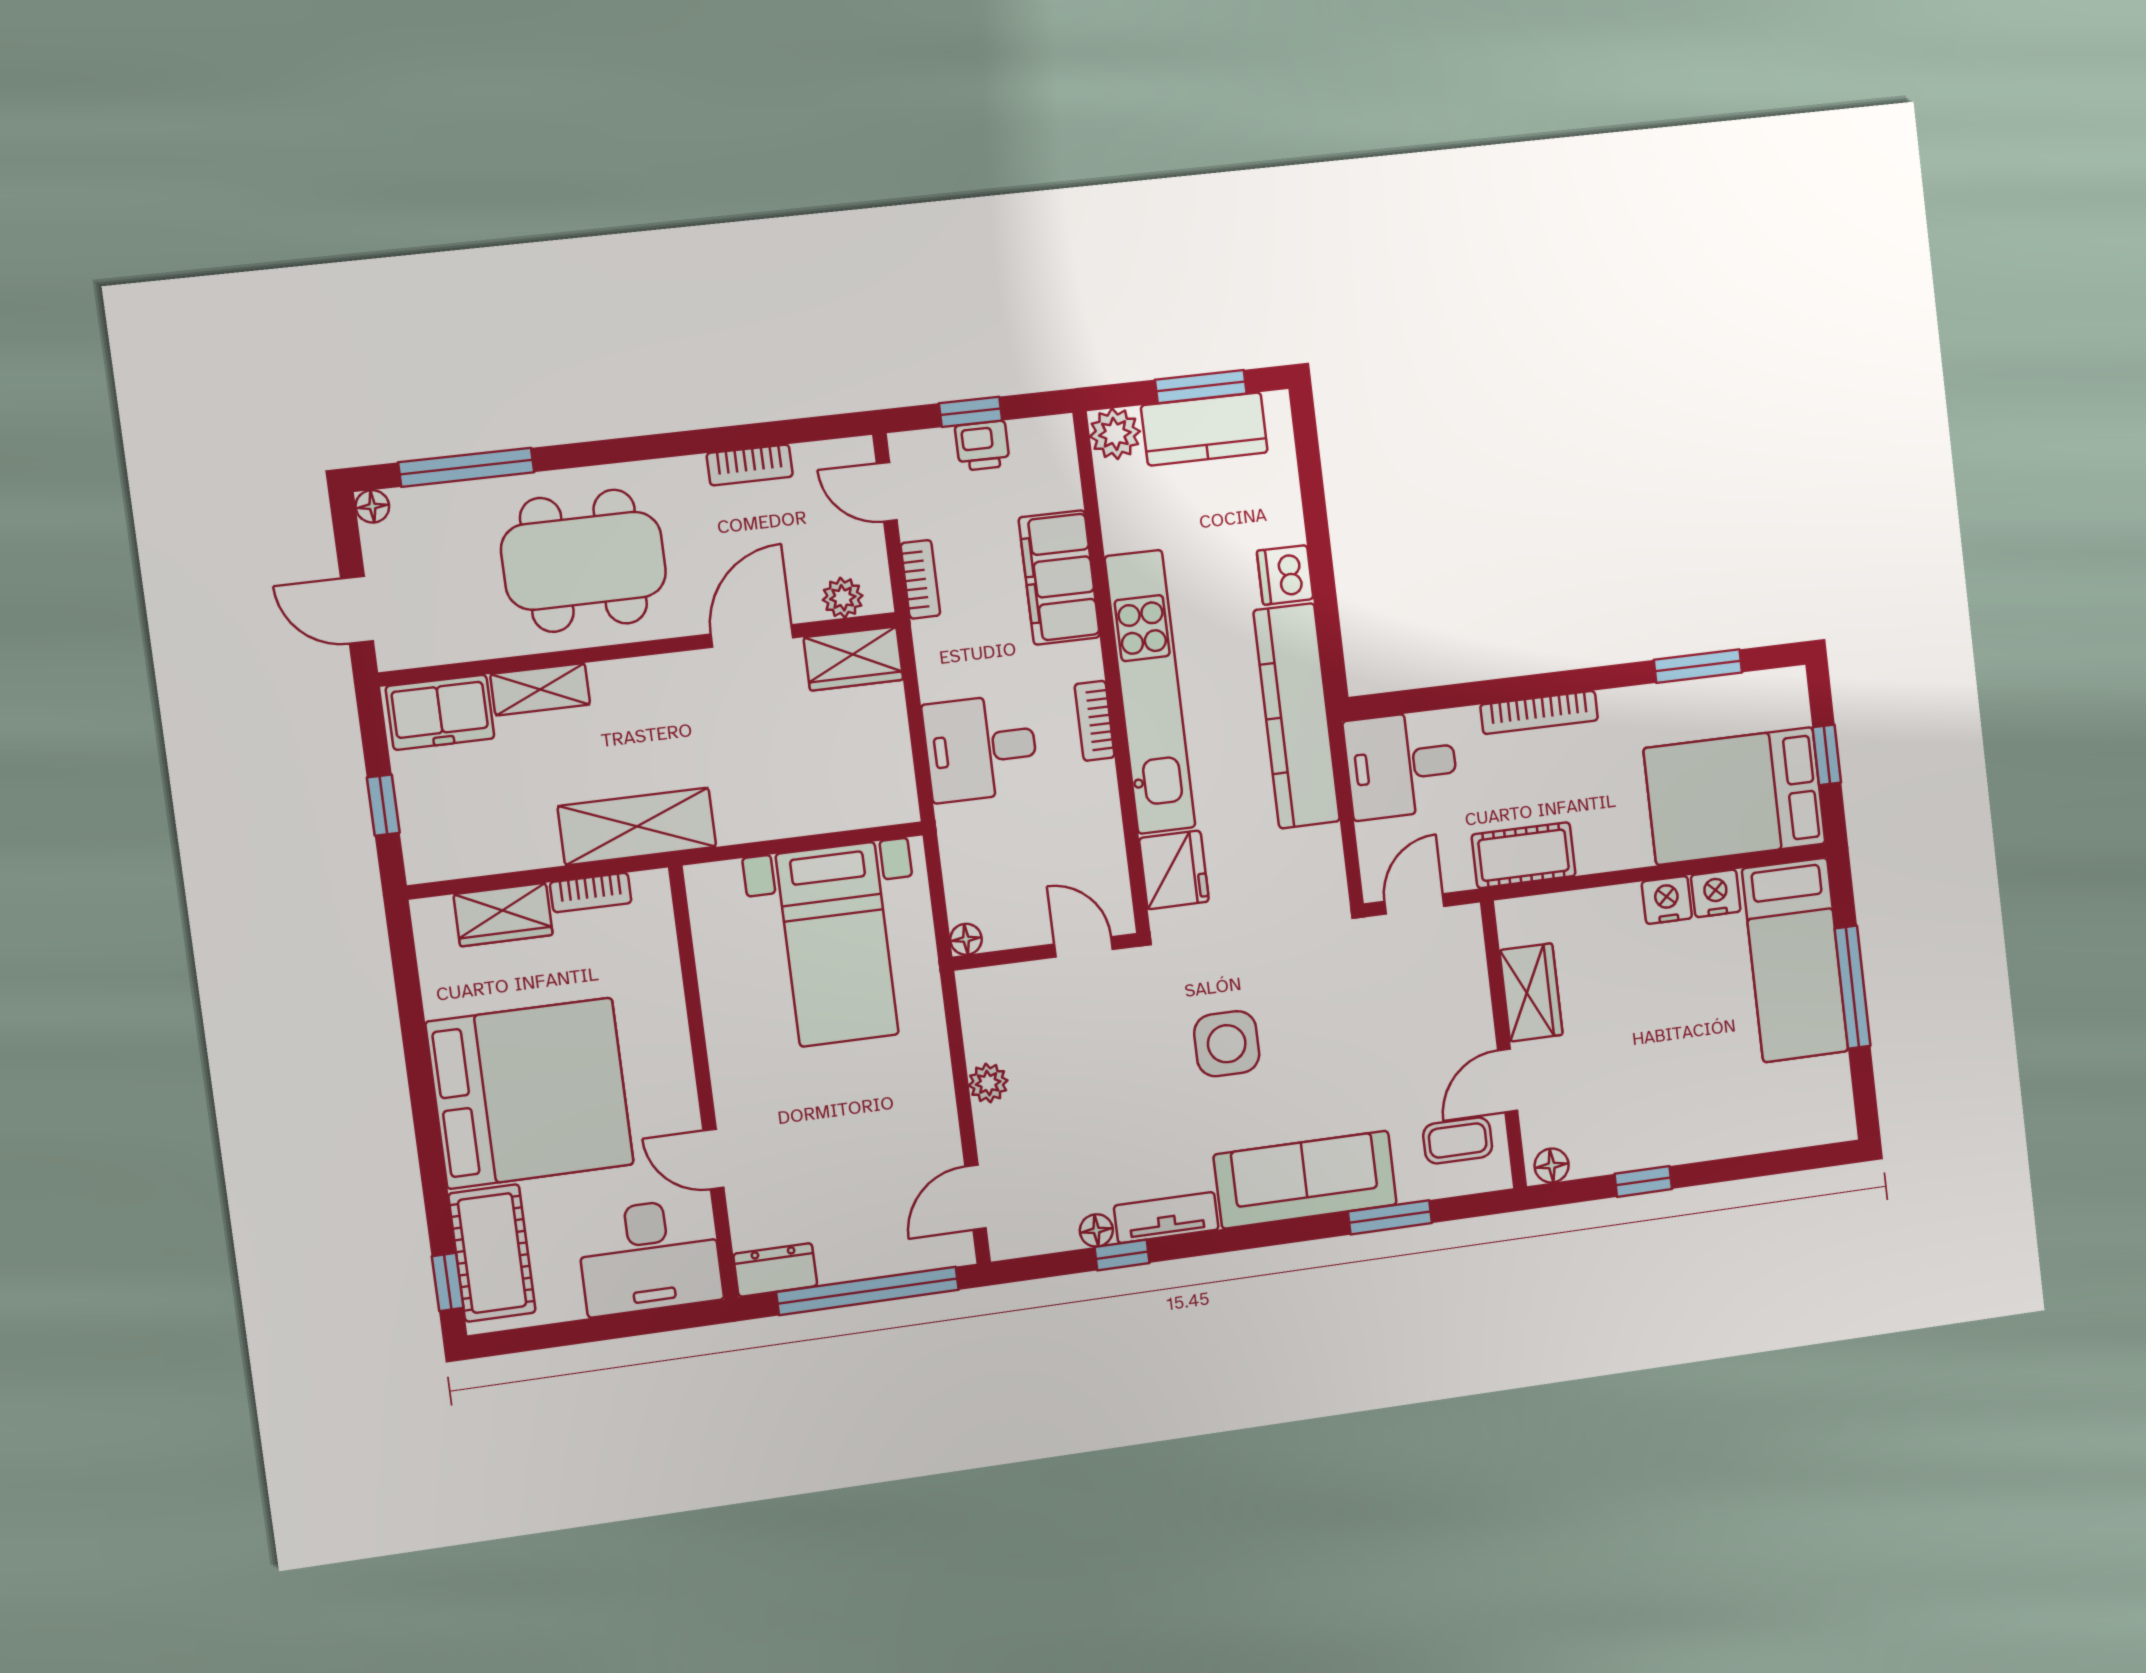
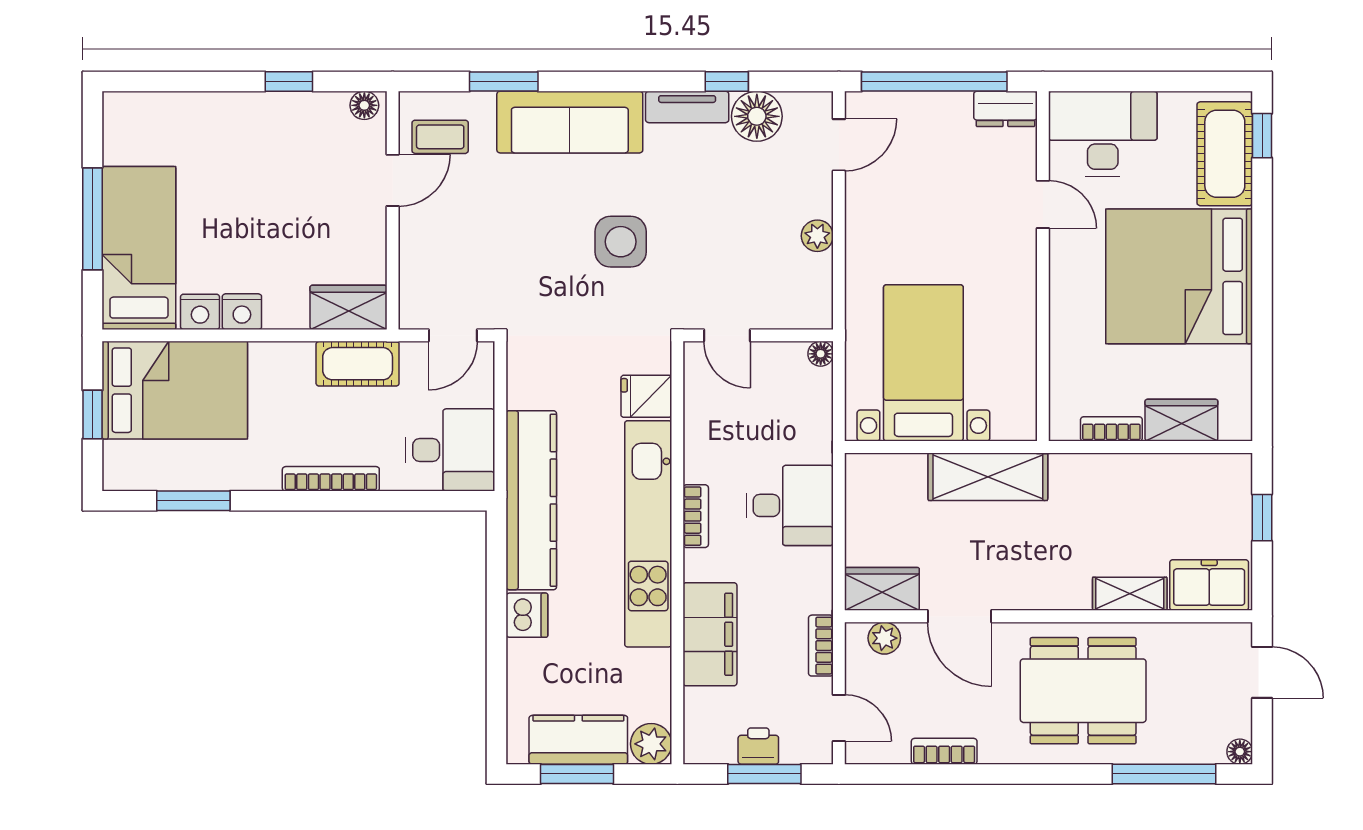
window: (971, 412) -> (764, 774), width x1.50
door: (752, 636) -> (960, 616), hinge flipped
shelving: (637, 826) -> (988, 477), moved
fridge: (1174, 870) -> (646, 396), width x0.72
wardrobe: (1531, 992) -> (349, 307), moved, turned 90
floor lamp: (1096, 1230) -> (757, 116), width x1.89, depth x1.89

